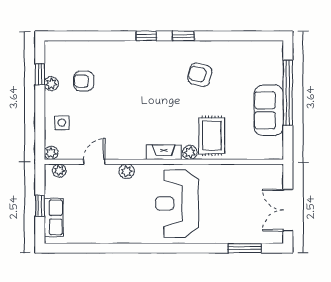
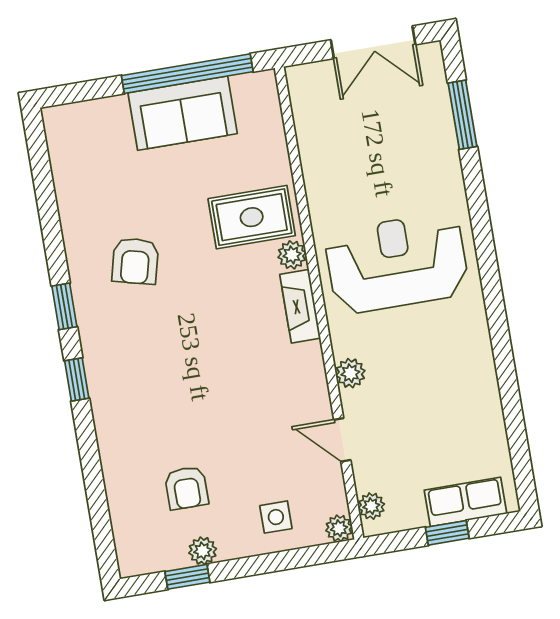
window: (288, 93) -> (187, 74), moved
reception desk: (177, 203) -> (397, 263), turned 180

